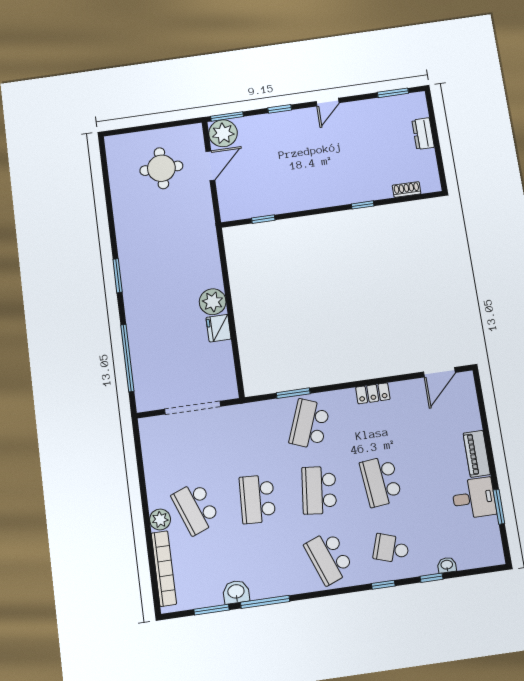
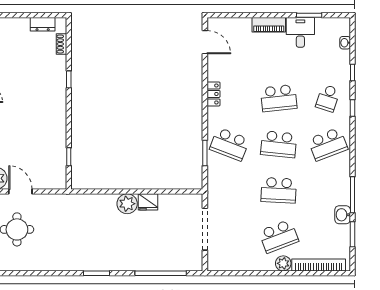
dresser: (423, 134) -> (43, 24), moved
washbasin: (447, 565) -> (345, 43), moved

